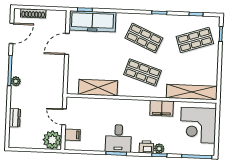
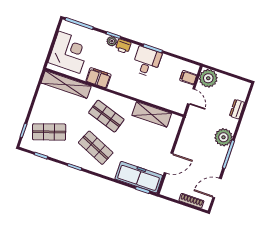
plant: (16, 81) -> (223, 137), width x1.87, depth x1.87

